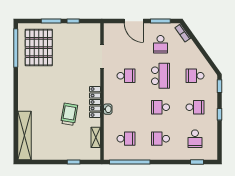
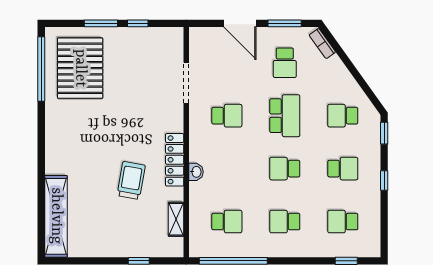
school desk: (195, 139) -> (343, 222), turned 90

